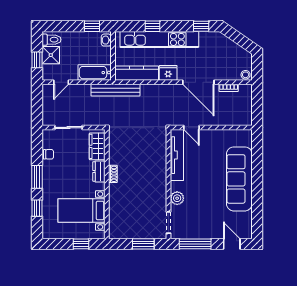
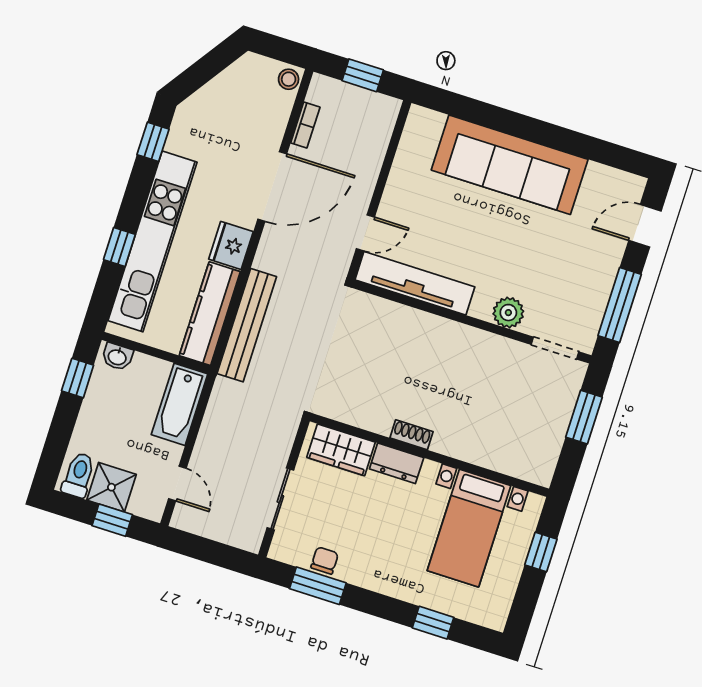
bench: (115, 90) -> (247, 325), moved
window: (257, 105) -> (363, 75), added
window: (37, 177) -> (318, 586), moved

